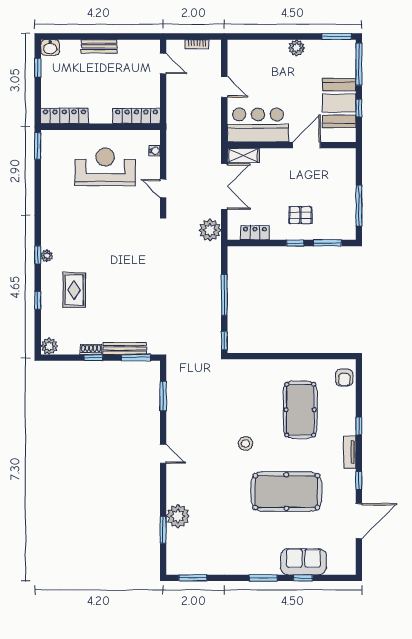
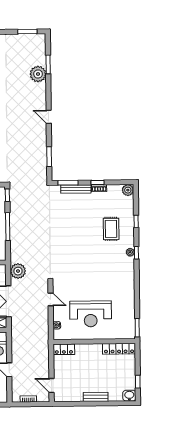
locker: (137, 116) -> (64, 349), width x0.66

